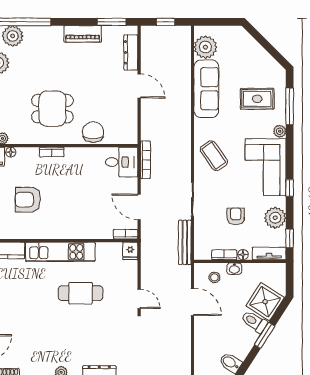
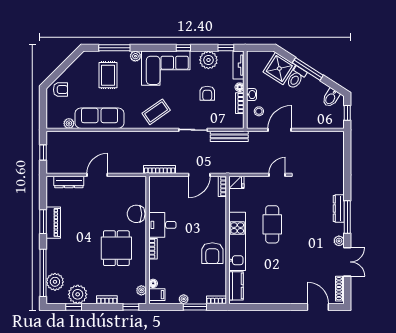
window: (112, 22) -> (43, 222), moved
armchair: (240, 43) -> (60, 90), added
plant: (205, 47) -> (69, 123), width x0.53, depth x0.53
desk: (122, 162) -> (162, 225), moved, turned -90
armchair: (28, 200) -> (212, 253), moved
armchair: (236, 216) -> (207, 93), turned -90
window: (265, 335) -> (308, 69), width x1.44

